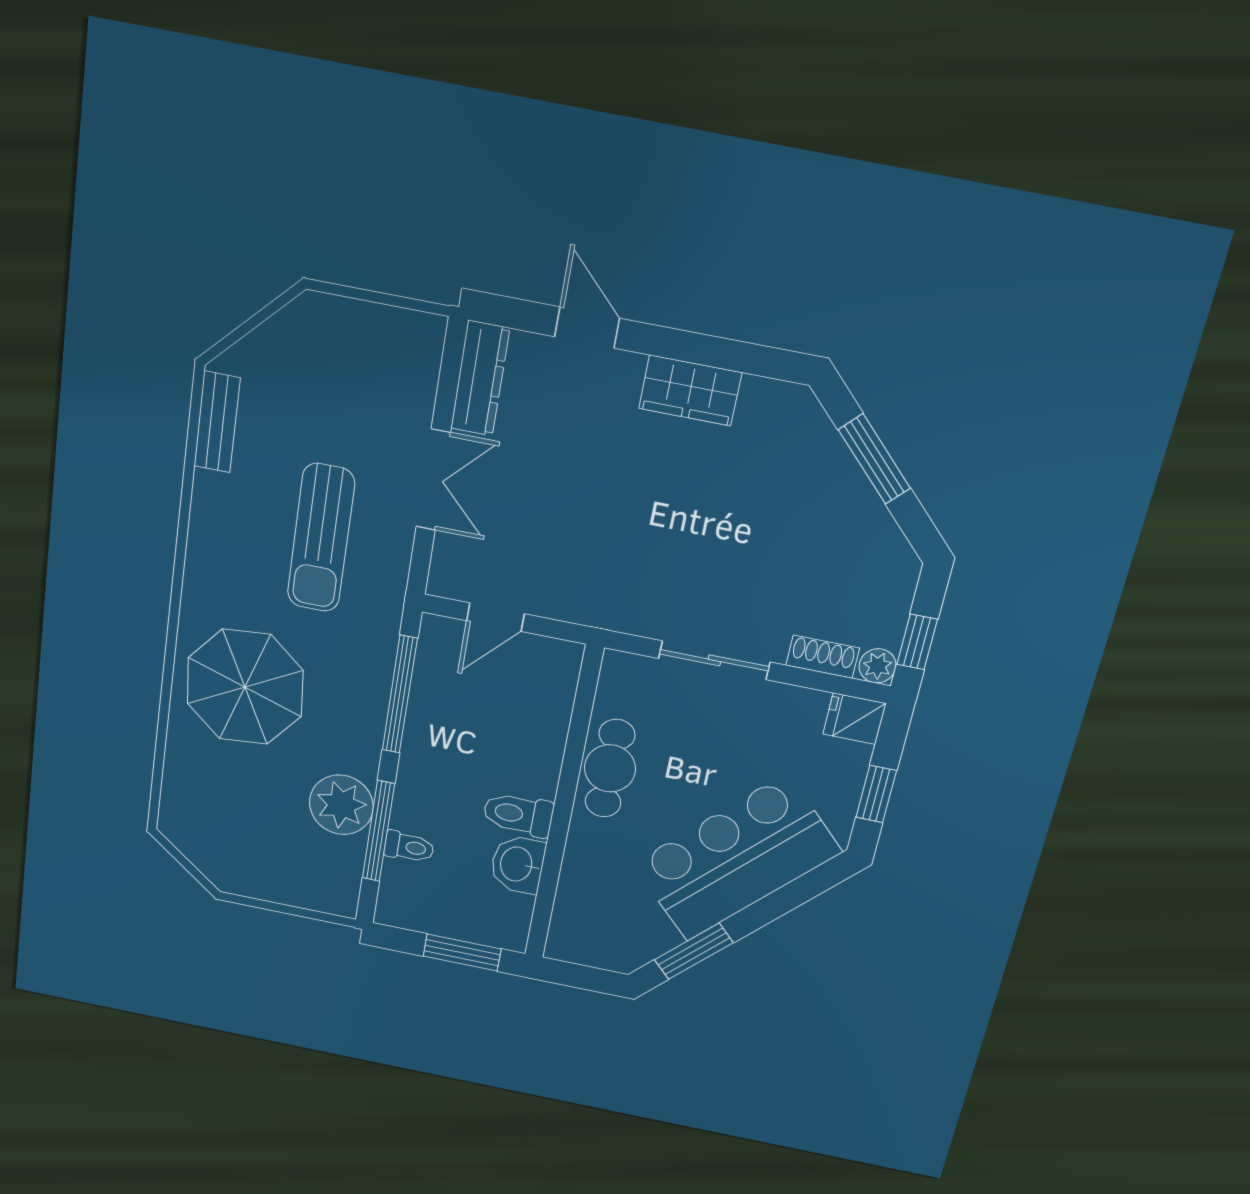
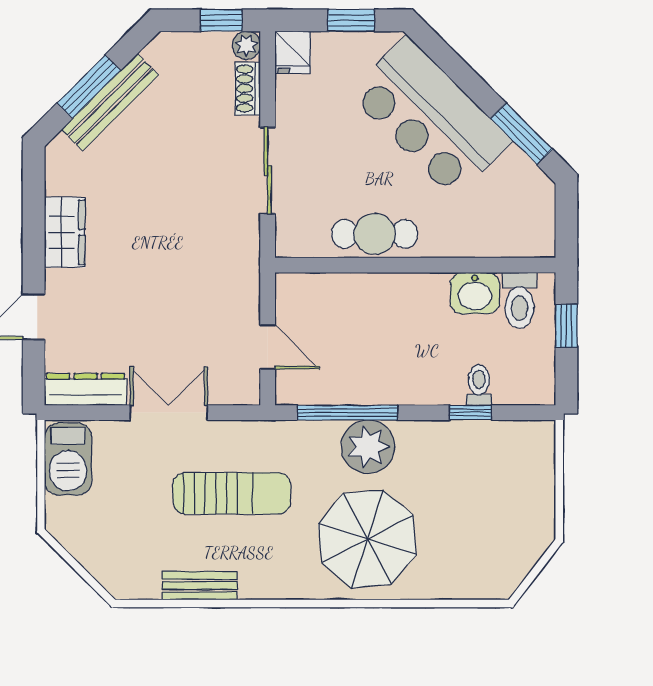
barbecue: (393, 338) -> (68, 459), added
bench: (217, 422) -> (200, 586), moved
bench: (847, 482) -> (110, 102), added
plant: (341, 805) -> (368, 447), moved
toilet: (518, 814) -> (519, 300), moved
window: (378, 831) -> (470, 413), width x0.46
window: (462, 953) -> (566, 326), width x0.67

